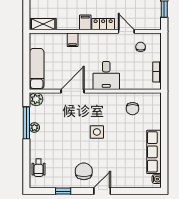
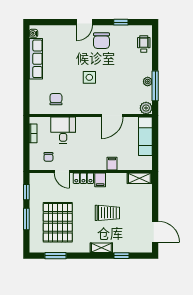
desk: (106, 75) -> (63, 130), moved

